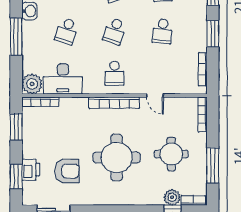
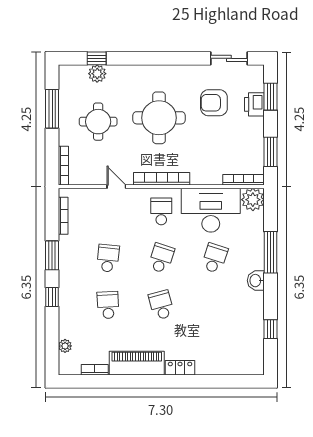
desk: (63, 79) -> (211, 210), width x1.36, depth x1.30
bookcase: (193, 200) -> (74, 70), removed

